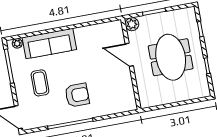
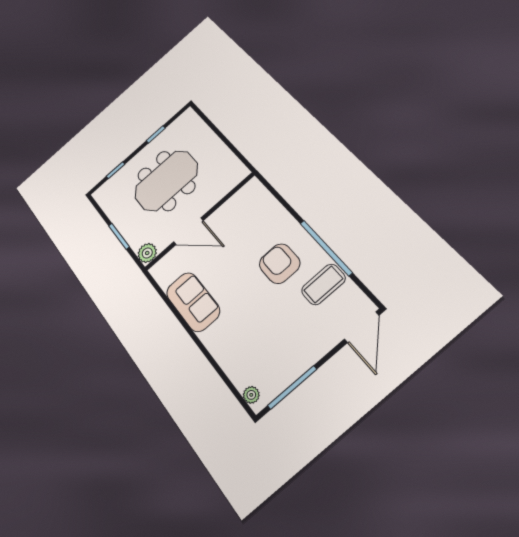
sofa: (49, 44) -> (193, 302), moved, width x0.73
door: (129, 55) -> (188, 231), hinge flipped
coffee table: (40, 83) -> (323, 284), moved

